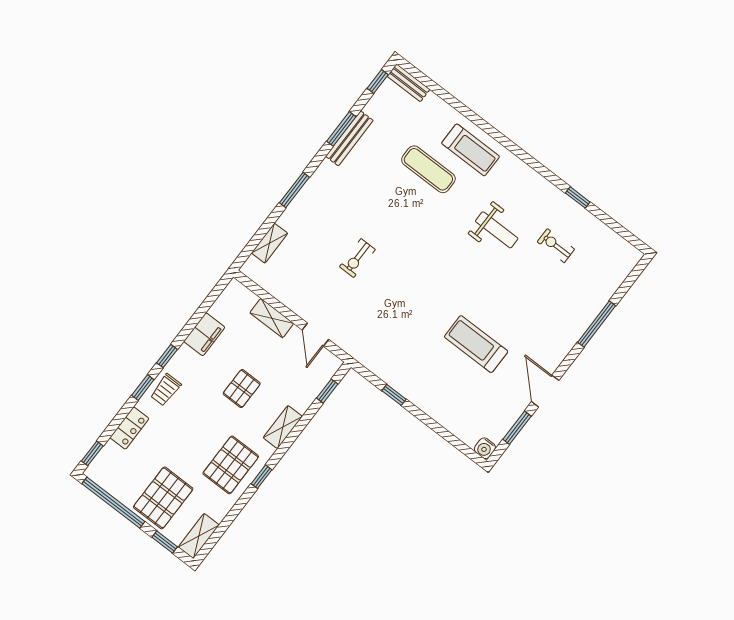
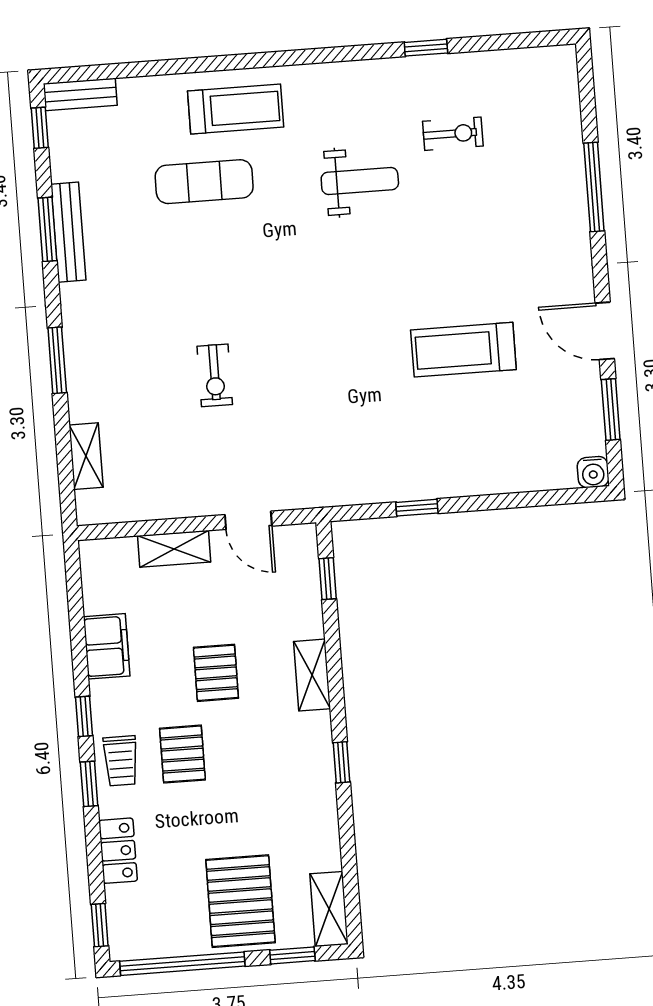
exercise bike: (556, 246) -> (453, 134), turned 180
pallet: (231, 465) -> (182, 754), moved, width x0.67, depth x0.71

